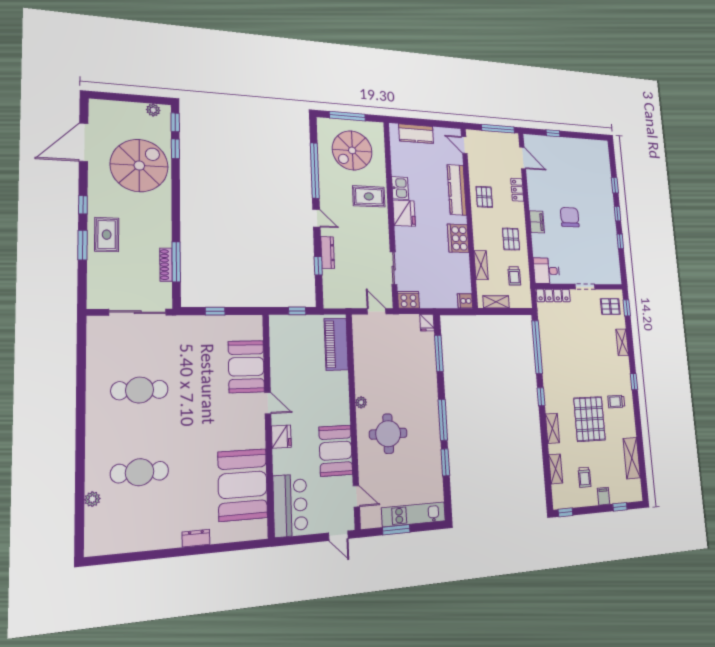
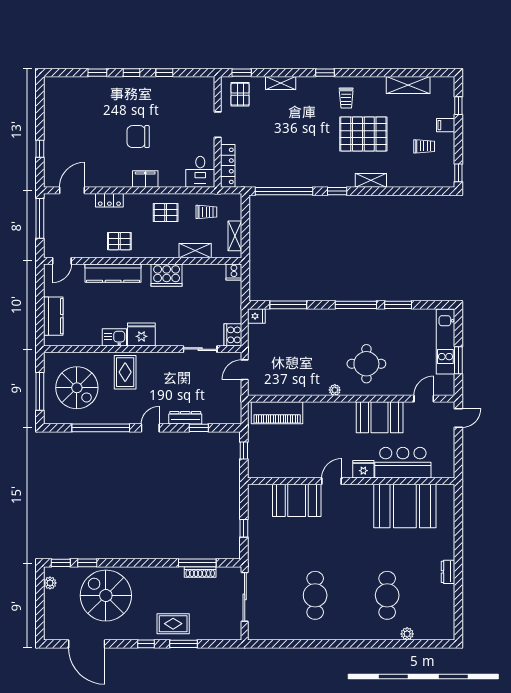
shelving: (556, 469) -> (413, 180), removed
bar counter: (290, 505) -> (403, 463), moved
dresser: (196, 538) -> (448, 572), moved

